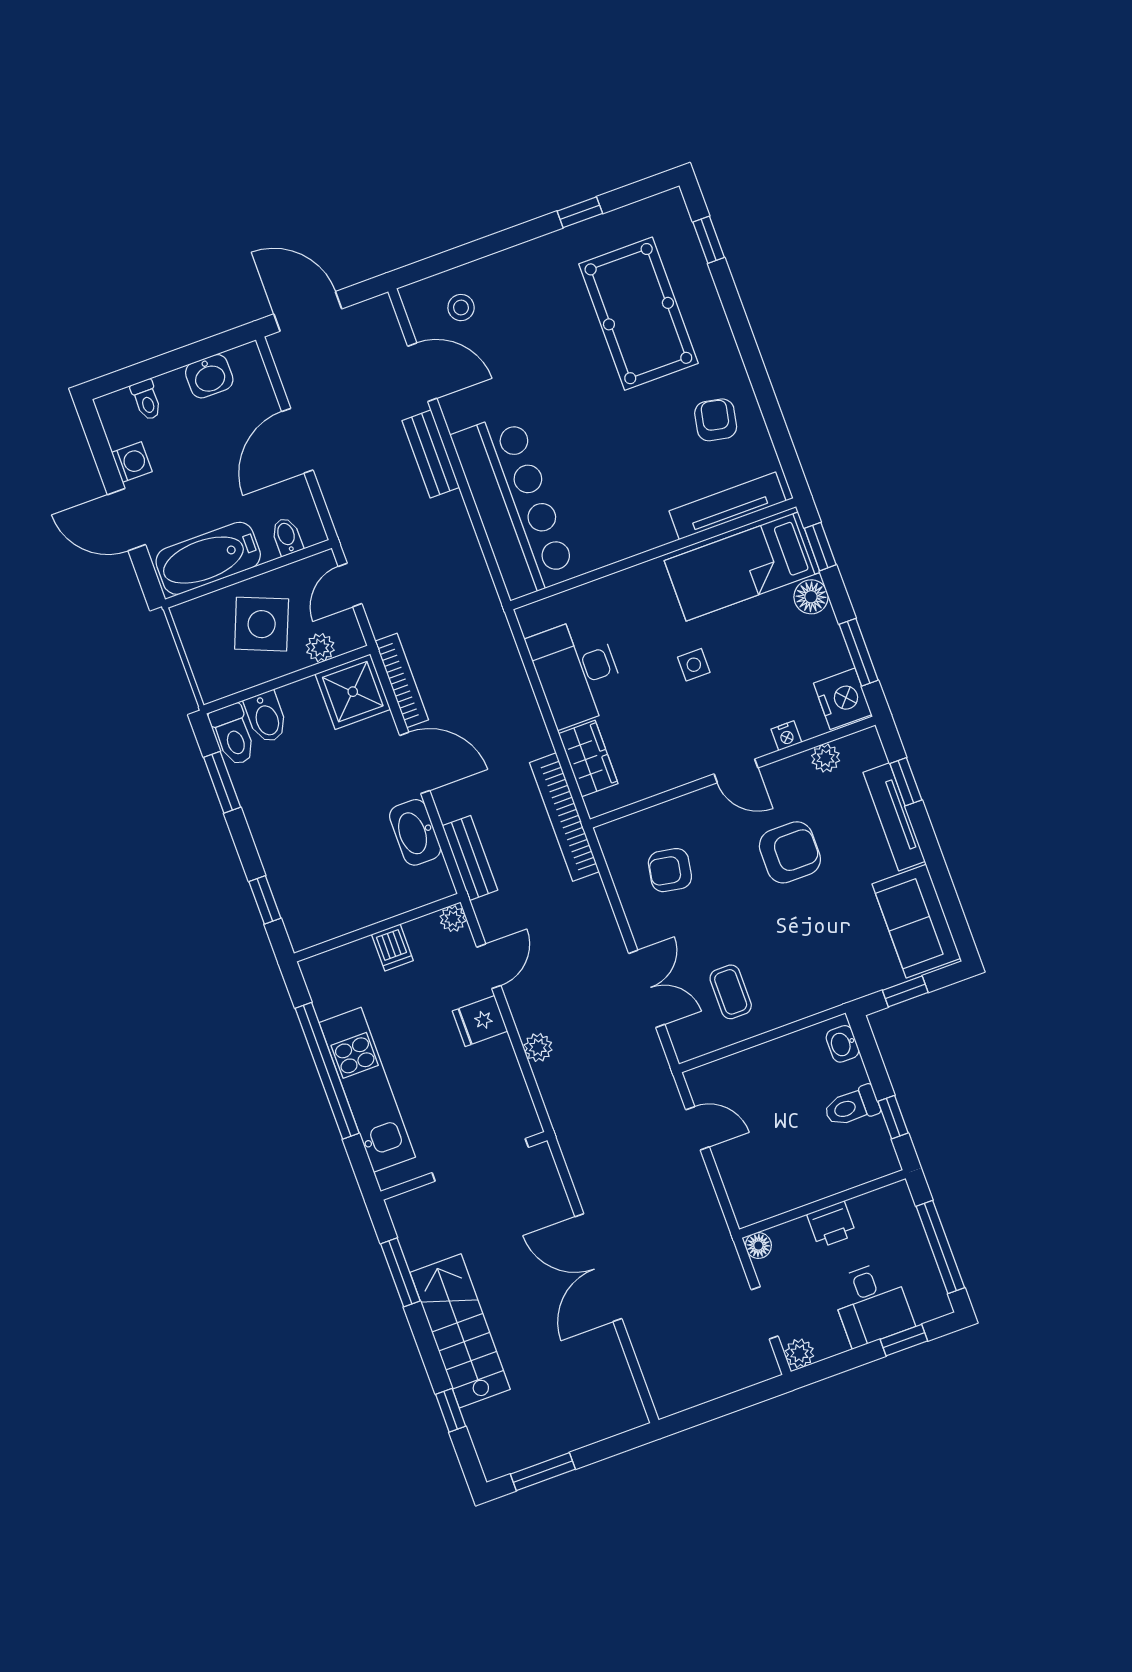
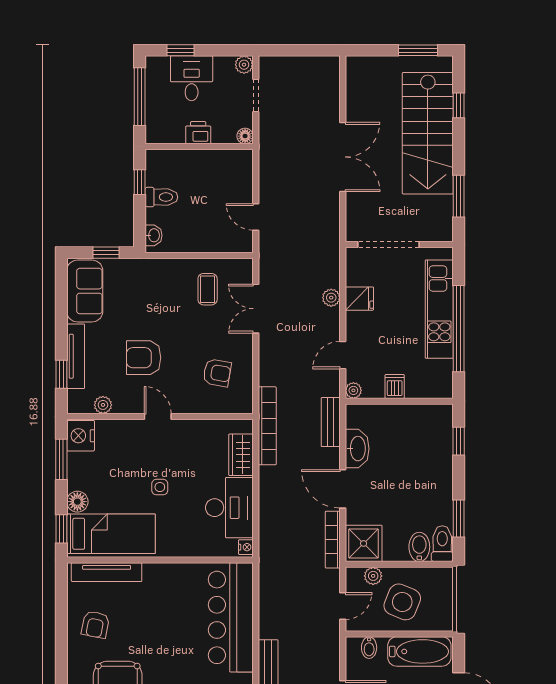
nightstand: (786, 736) -> (246, 547), moved, turned 90
fridge: (480, 1021) -> (359, 299), moved
stairs: (460, 1331) -> (428, 133), width x1.36, depth x1.51

